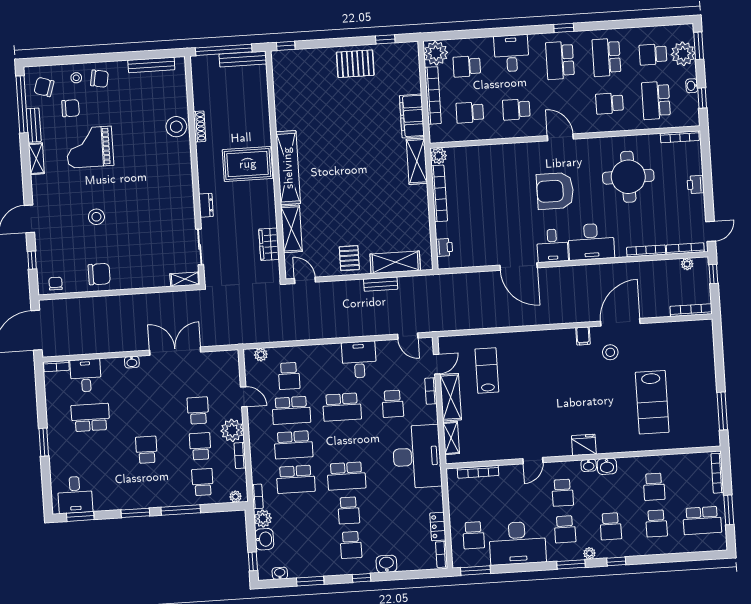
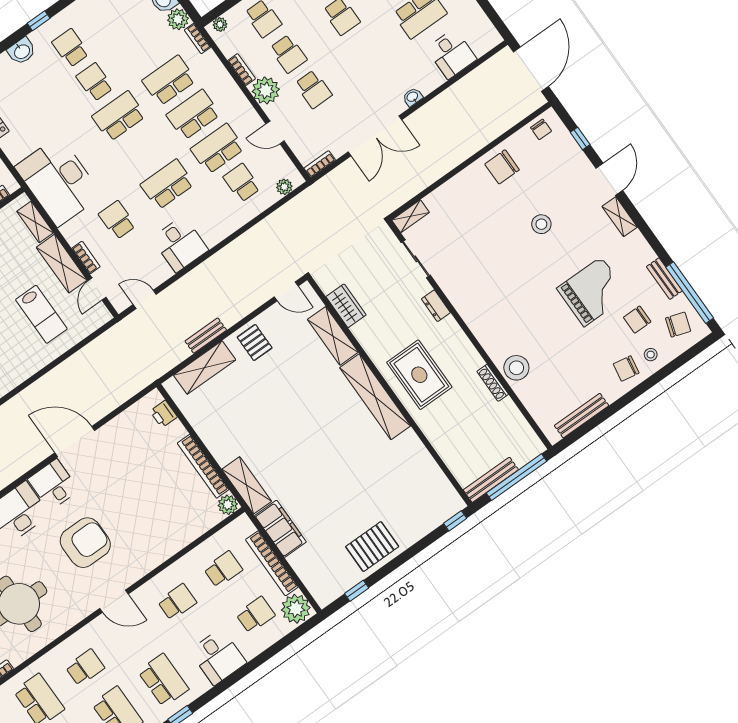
shelving: (36, 159) -> (620, 217), moved
rug: (248, 164) -> (419, 375), turned 90
bookcase: (56, 366) -> (320, 164), moved

